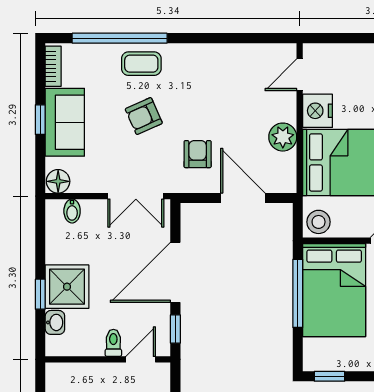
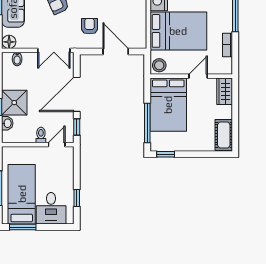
plant: (283, 137) -> (139, 16), removed
window: (298, 293) -> (147, 123), moved

